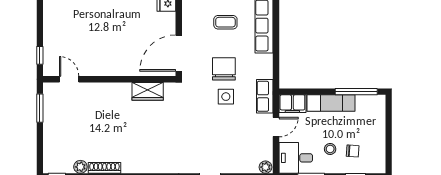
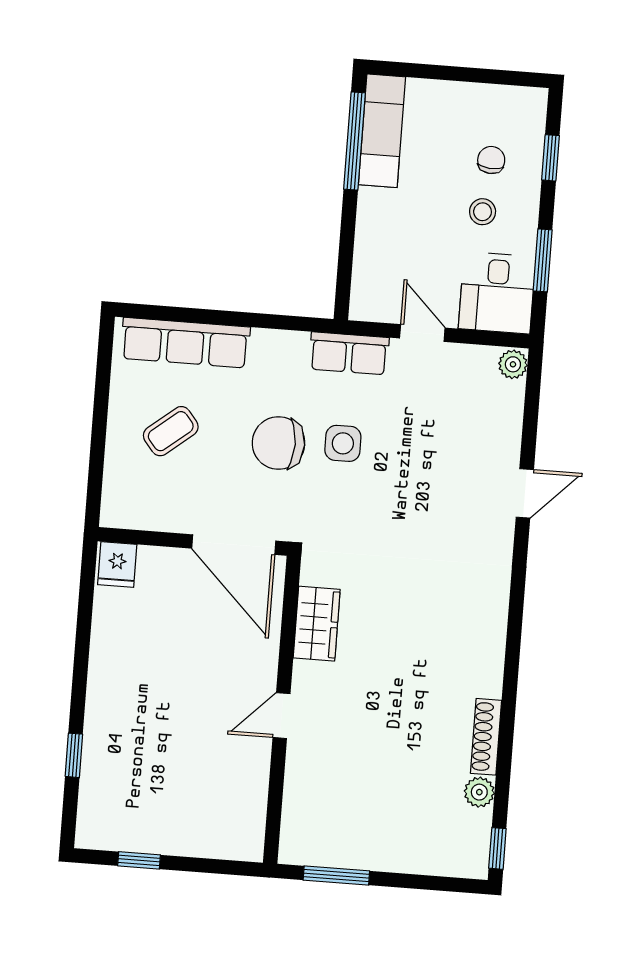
coffee table: (225, 22) -> (171, 431), turned 51
window: (40, 55) -> (139, 860), moved
door: (69, 79) -> (282, 716), moved
exam couch: (331, 103) -> (382, 131), moved
filing cabinet: (292, 104) -> (371, 291), removed

